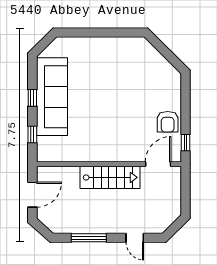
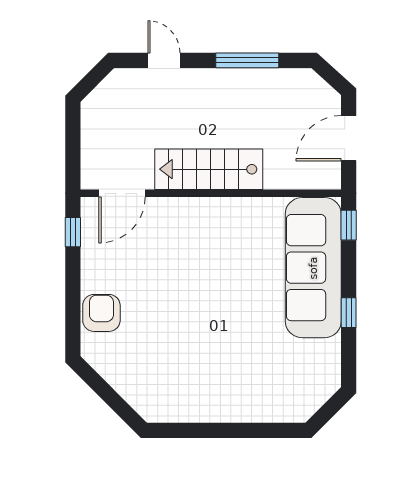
sofa: (52, 97) -> (313, 268), moved
armchair: (168, 122) -> (101, 313), moved
window: (32, 135) -> (349, 225), moved

